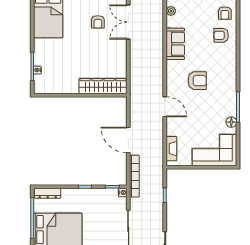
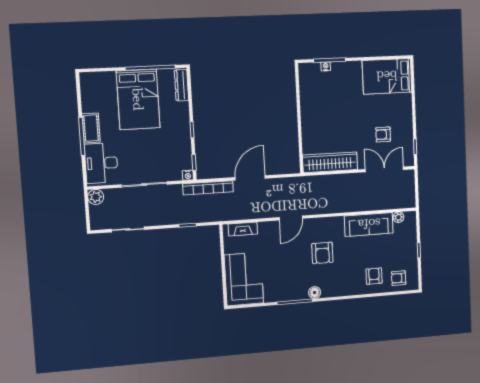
sofa: (175, 44) -> (369, 224), width x1.36
wardrobe: (103, 86) -> (330, 162), moved, turned -90
floor lamp: (231, 122) -> (315, 293), moved

